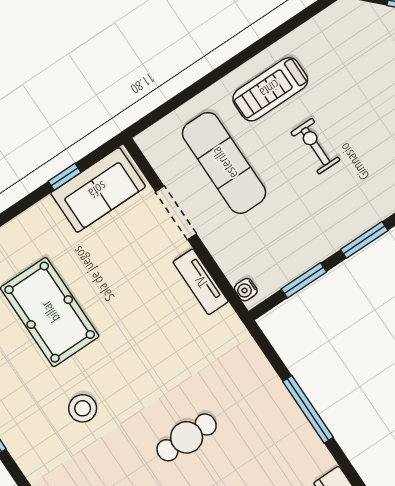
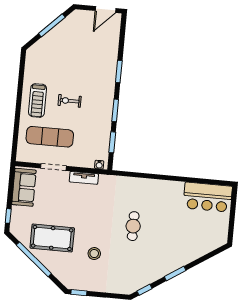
window: (65, 177) -> (8, 216), moved
window: (308, 409) -> (157, 177), removed

